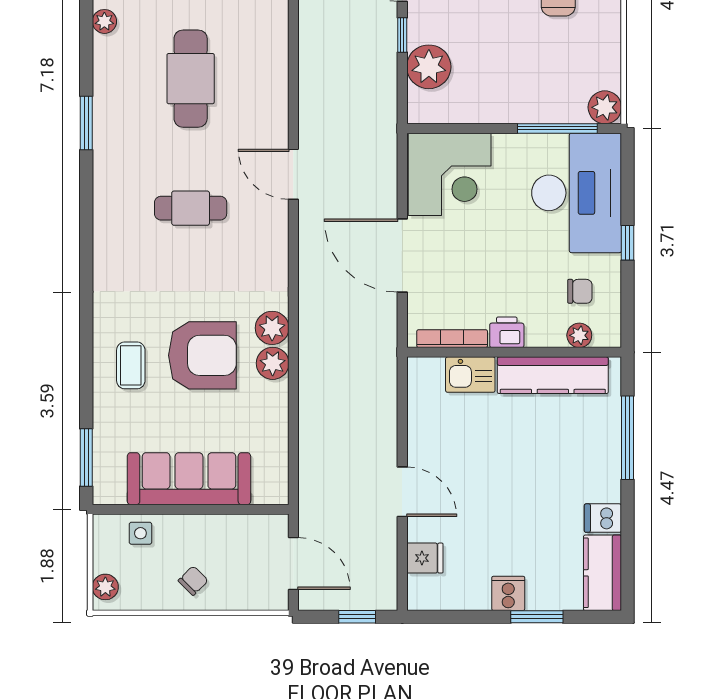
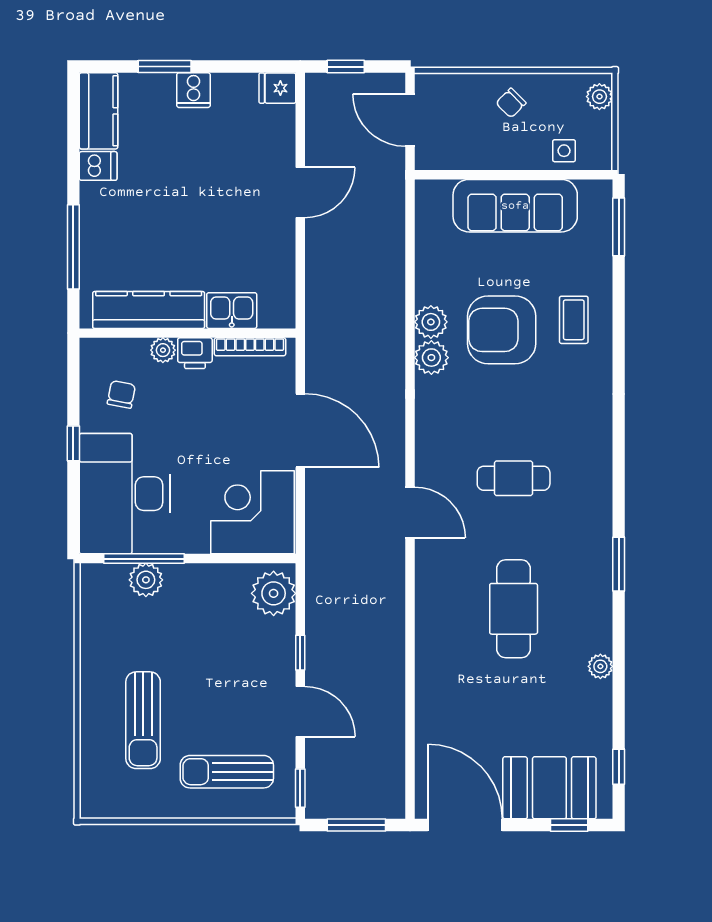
plant: (429, 67) -> (274, 593), moved
plant: (605, 107) -> (146, 580), moved
chair: (580, 291) -> (121, 394), turned 101
plant: (579, 335) -> (163, 350), moved
door: (402, 492) -> (300, 192), swing flipped
fridge: (425, 558) -> (277, 88), moved

